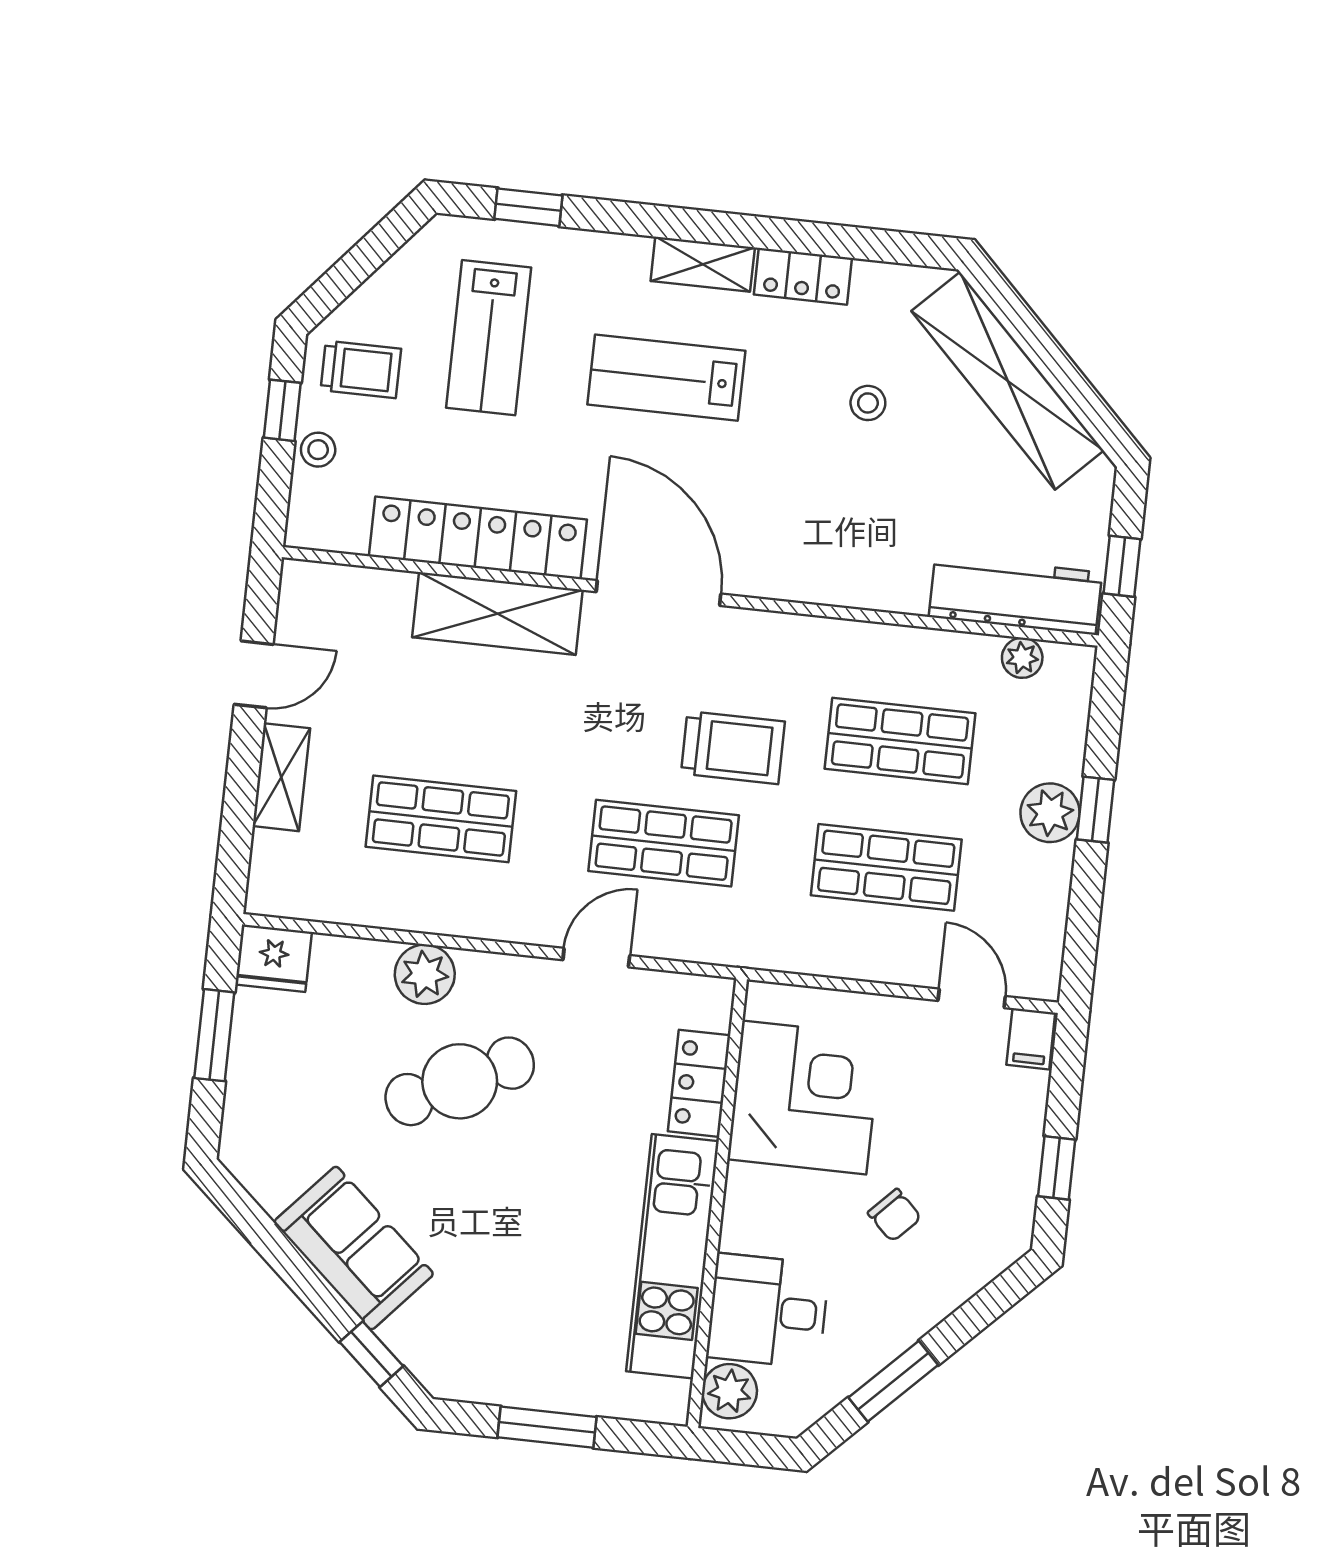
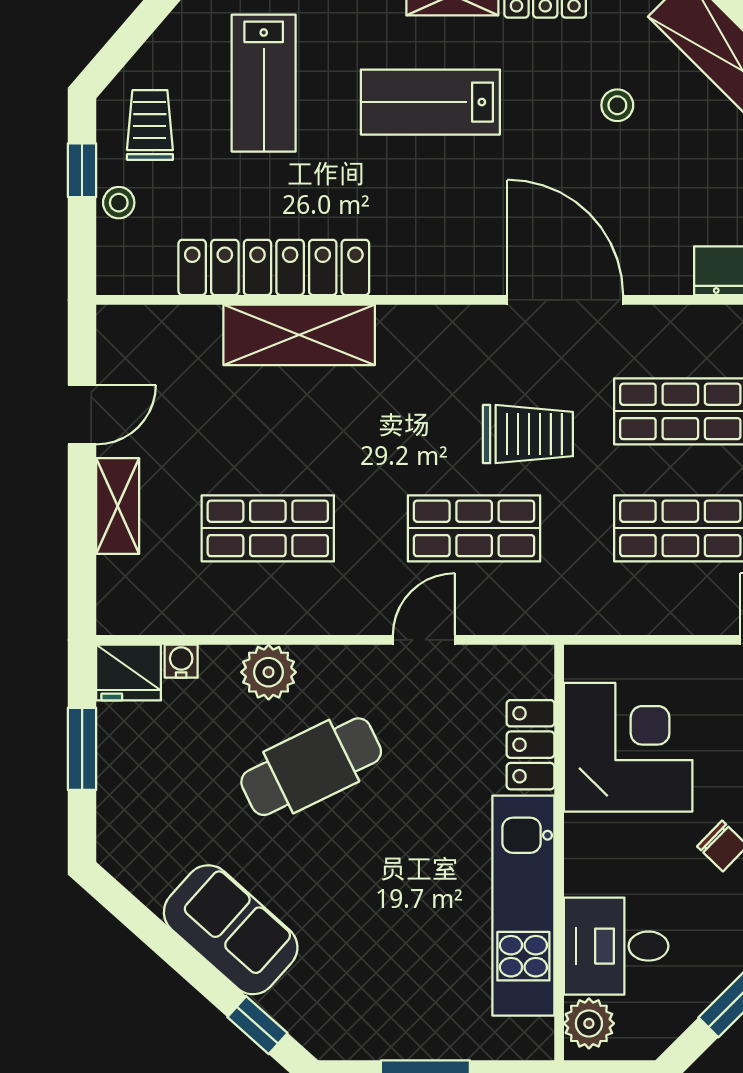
trolley: (361, 369) -> (150, 125), turned -90
door: (659, 593) -> (565, 300), moved
water cooler: (332, 952) -> (181, 661), added

